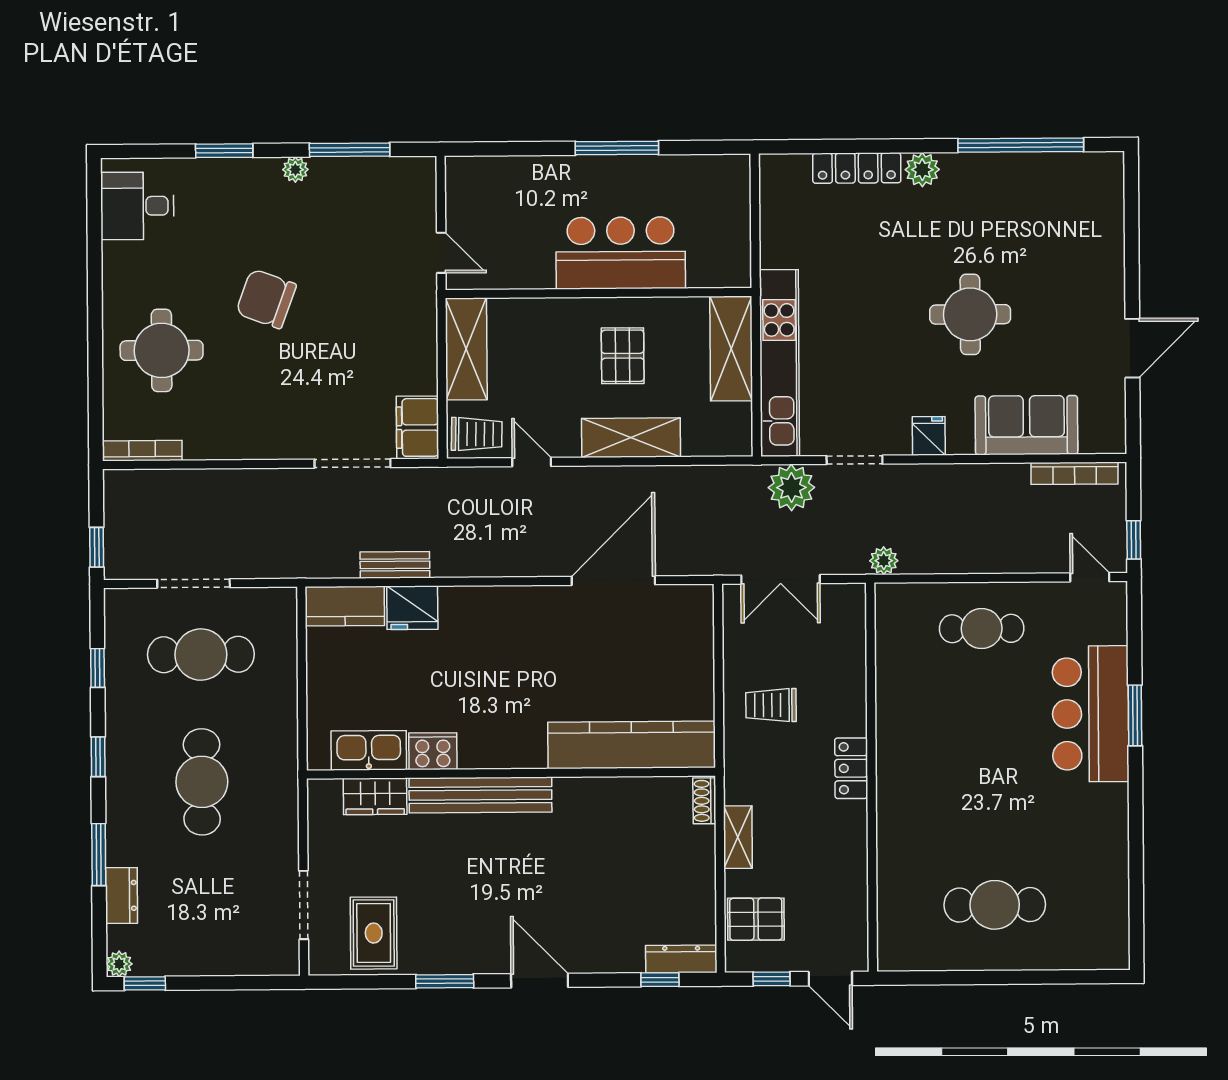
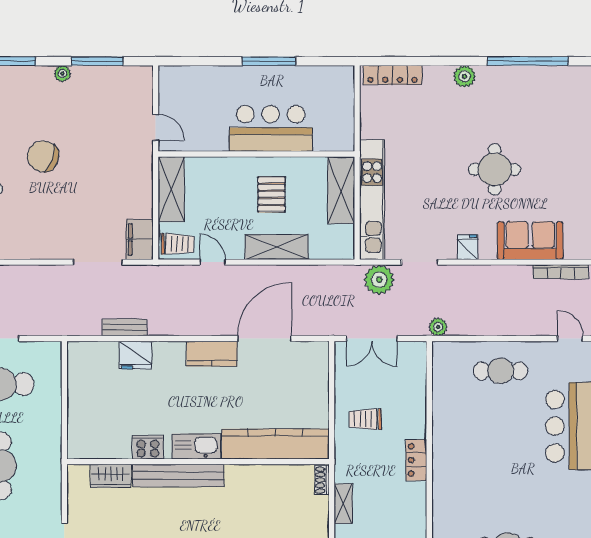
locker: (857, 168) -> (393, 75), moved
kitchen counter: (345, 606) -> (212, 354), moved
kitchen sink: (369, 750) -> (196, 446), moved

